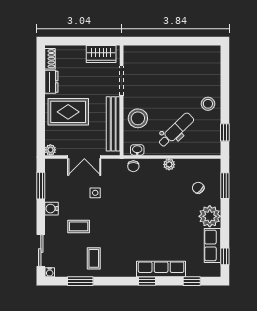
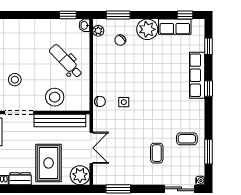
stool: (208, 104) -> (15, 80), moved
plant: (50, 150) -> (80, 175), width x1.88, depth x1.88
washbasin: (137, 150) -> (85, 25), moved
plant: (169, 164) -> (98, 31), moved
side table: (95, 193) -> (124, 102), moved
water cooler: (52, 209) -> (140, 179), removed

